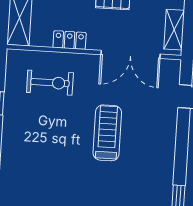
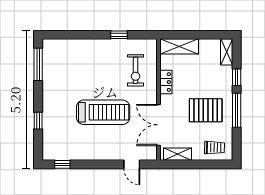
treadmill: (107, 133) -> (103, 112), width x1.37, depth x1.38

